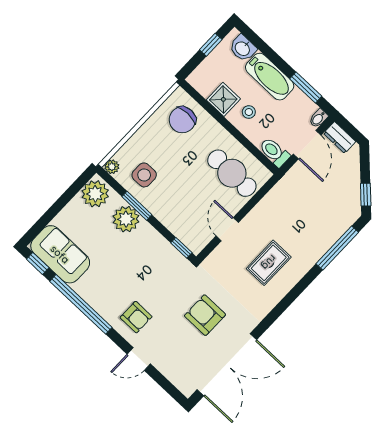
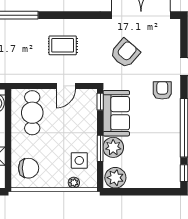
plant: (112, 167) -> (74, 183), moved
sofa: (60, 254) -> (116, 113), moved, turned 180
armchair: (205, 315) -> (125, 53), turned -139

